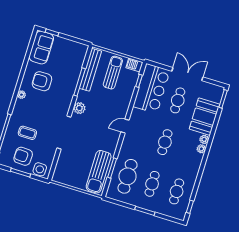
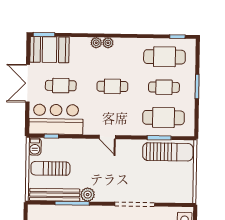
plant: (79, 108) -> (88, 195), moved
booth: (204, 117) -> (49, 50), moved
cafe table: (177, 191) -> (164, 57), width x1.37, depth x1.35

